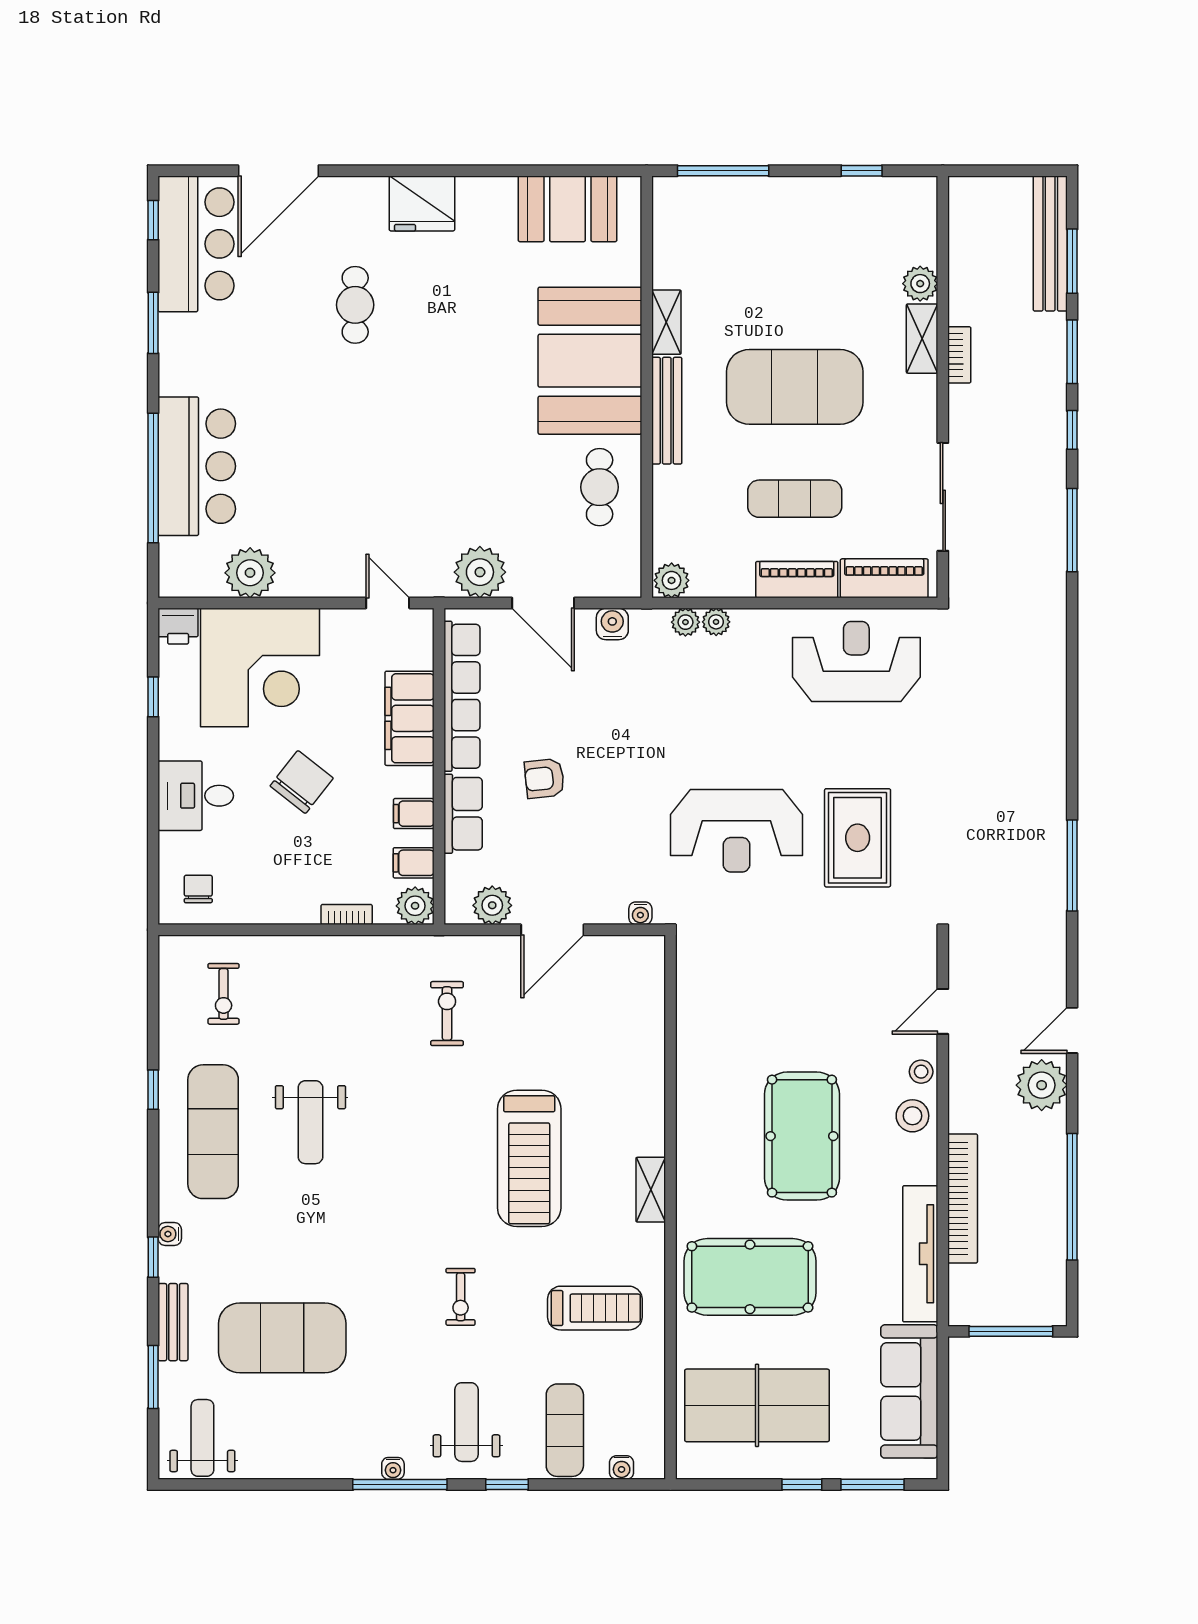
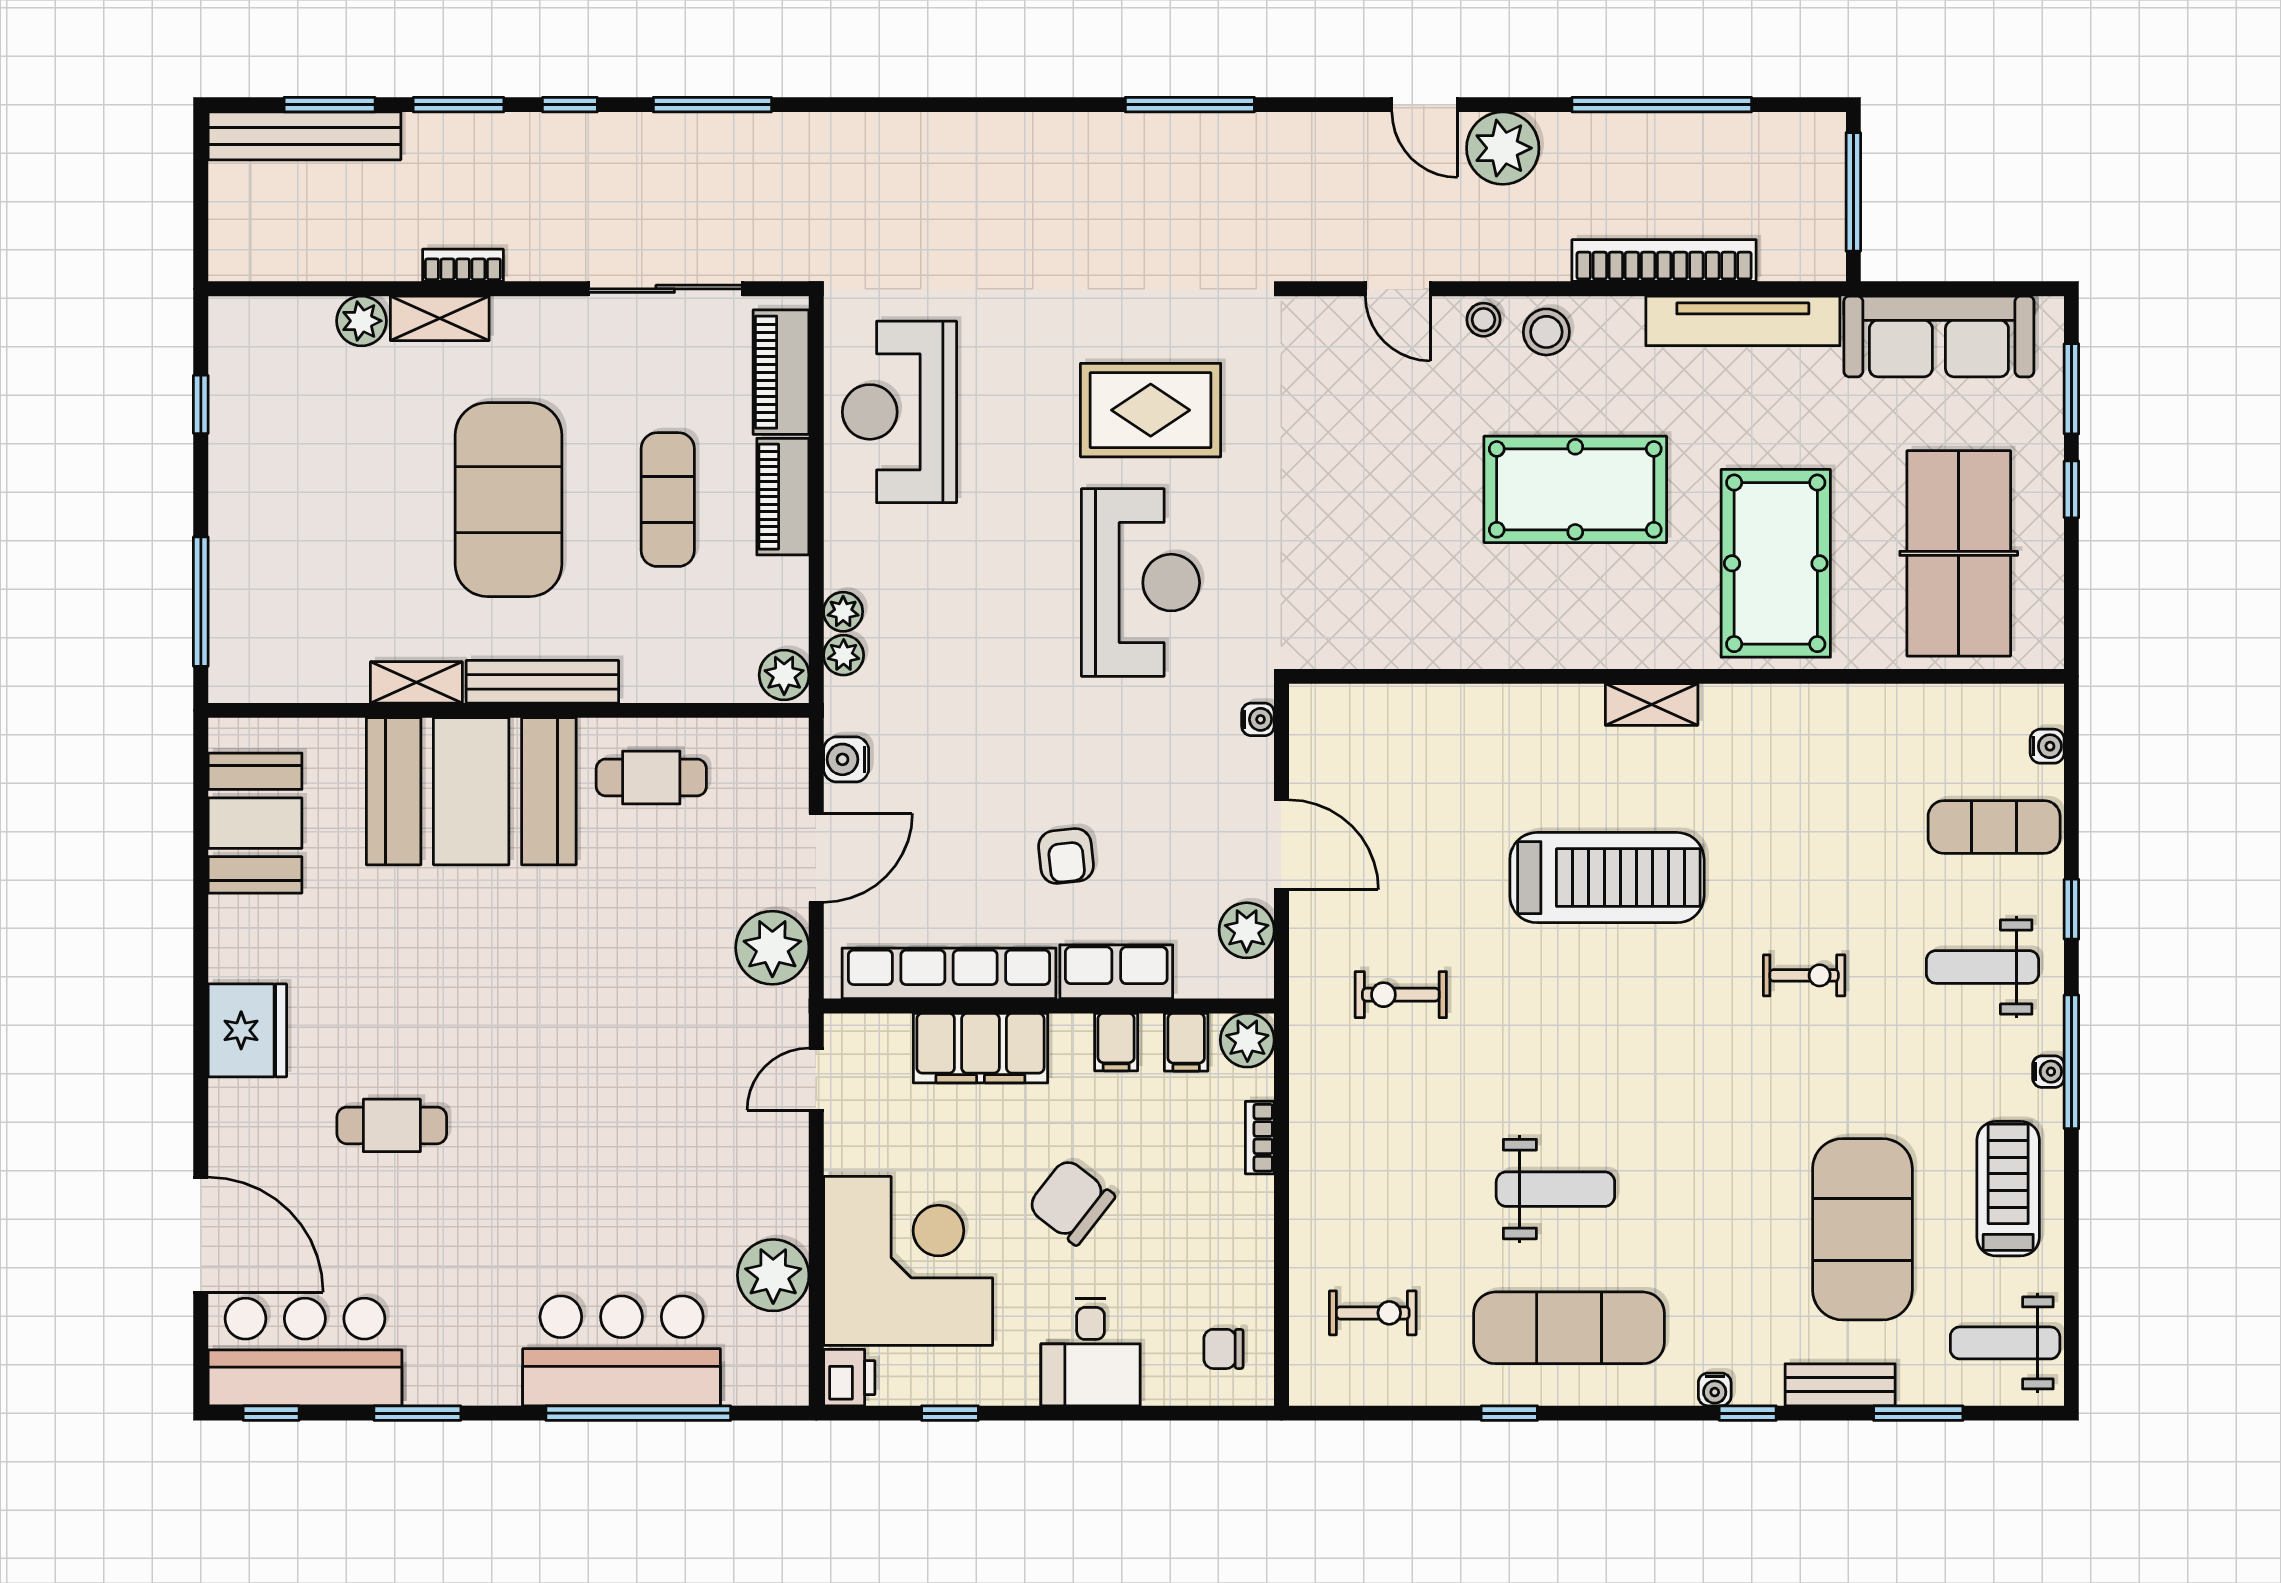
treadmill: (595, 1308) -> (2008, 1189), moved

